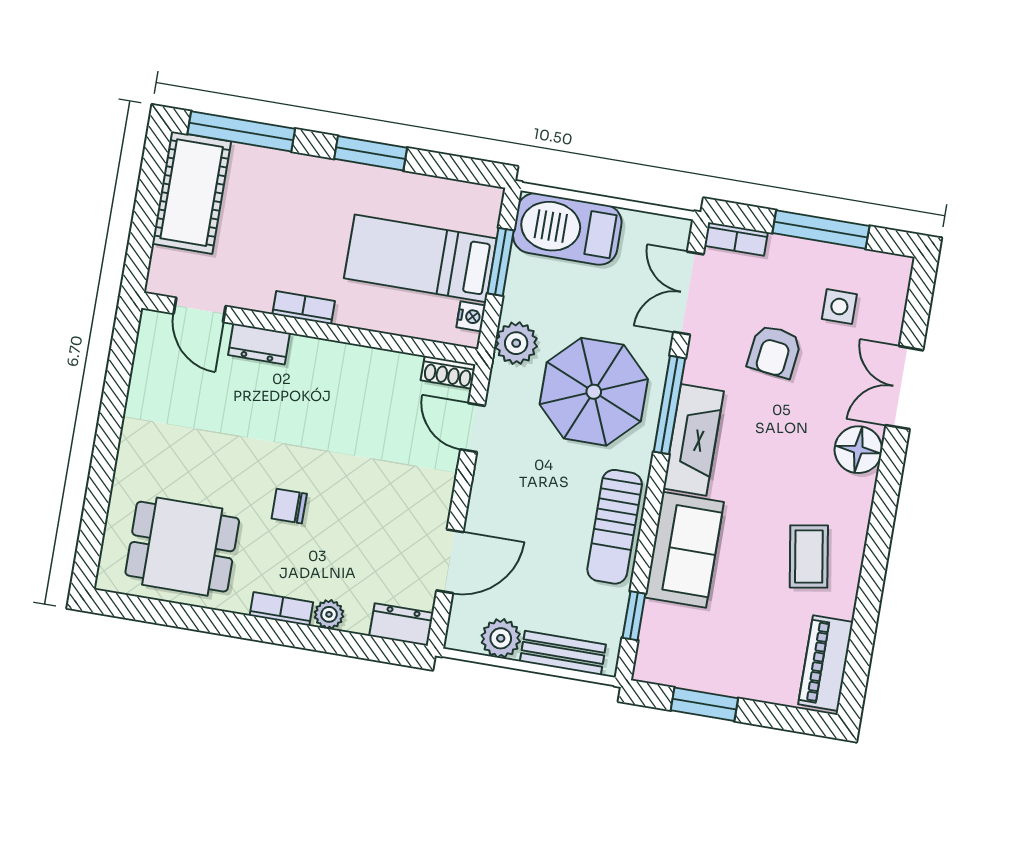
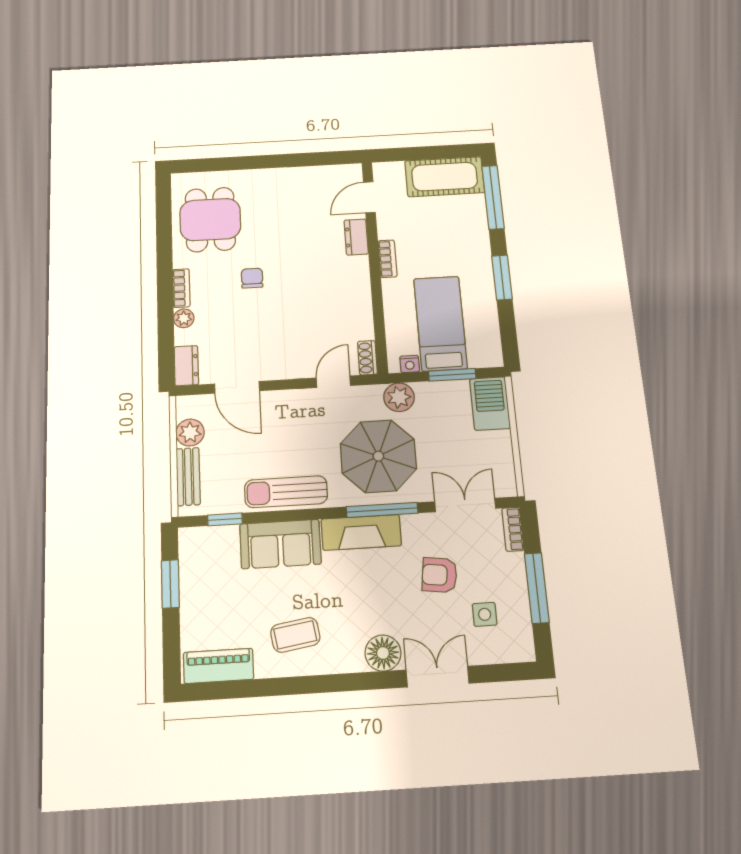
barbecue: (567, 229) -> (490, 403), width x0.73, depth x0.83

